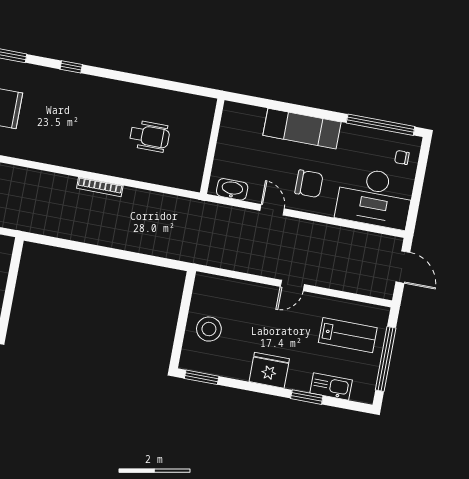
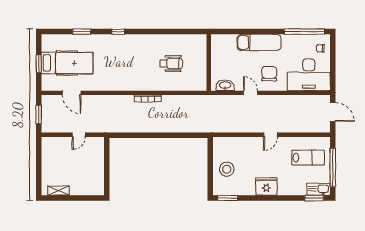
chair: (309, 184) -> (269, 74), turned -90
kitchen sink: (331, 387) -> (319, 189), moved
window: (307, 397) -> (314, 198), moved

